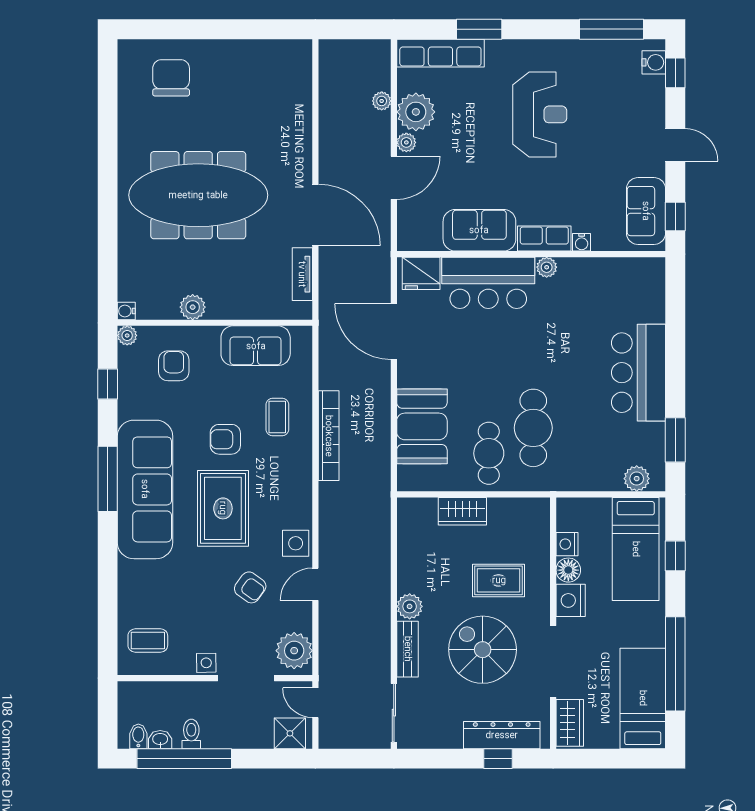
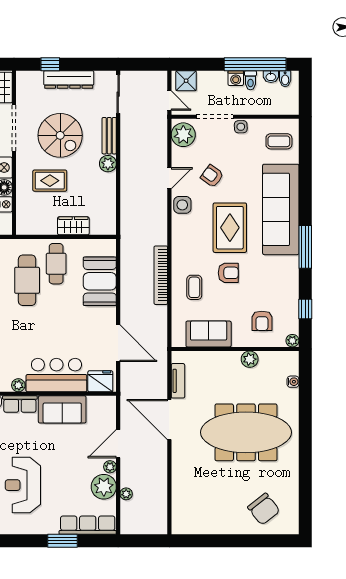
chair: (171, 78) -> (264, 509), turned -38
water cooler: (126, 311) -> (293, 382), moved
sofa: (145, 489) -> (281, 209), moved
dresser: (502, 735) -> (69, 80), moved
washing machine: (214, 737) -> (236, 78), added

